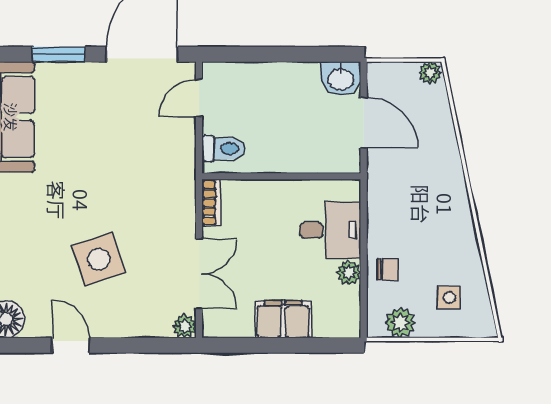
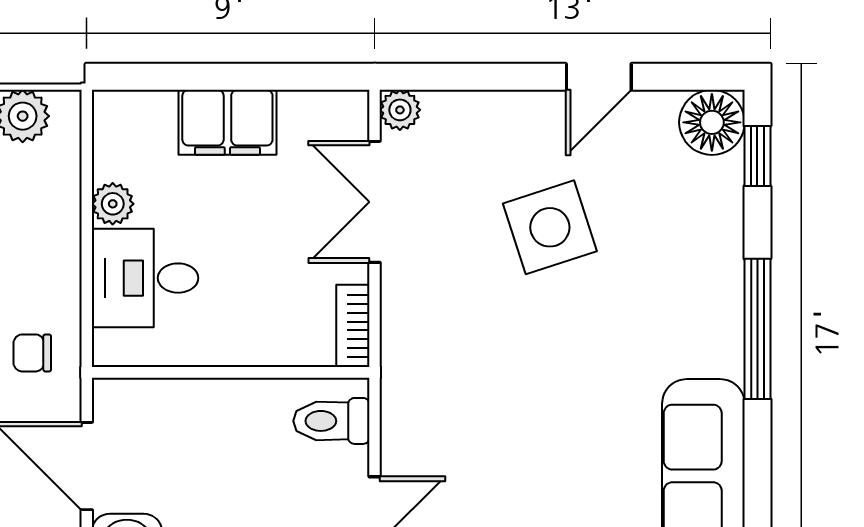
chair: (388, 269) -> (32, 353), moved
door: (71, 345) -> (599, 77), hinge flipped

